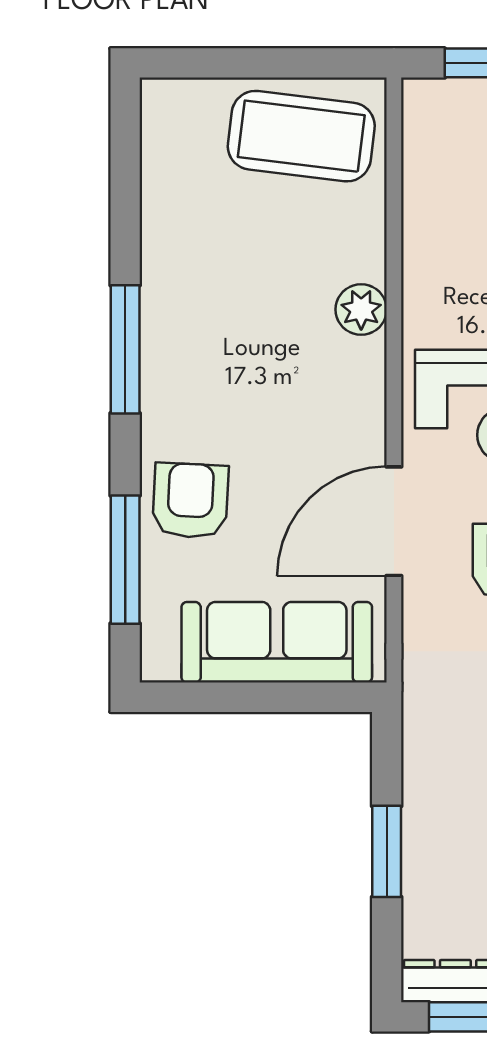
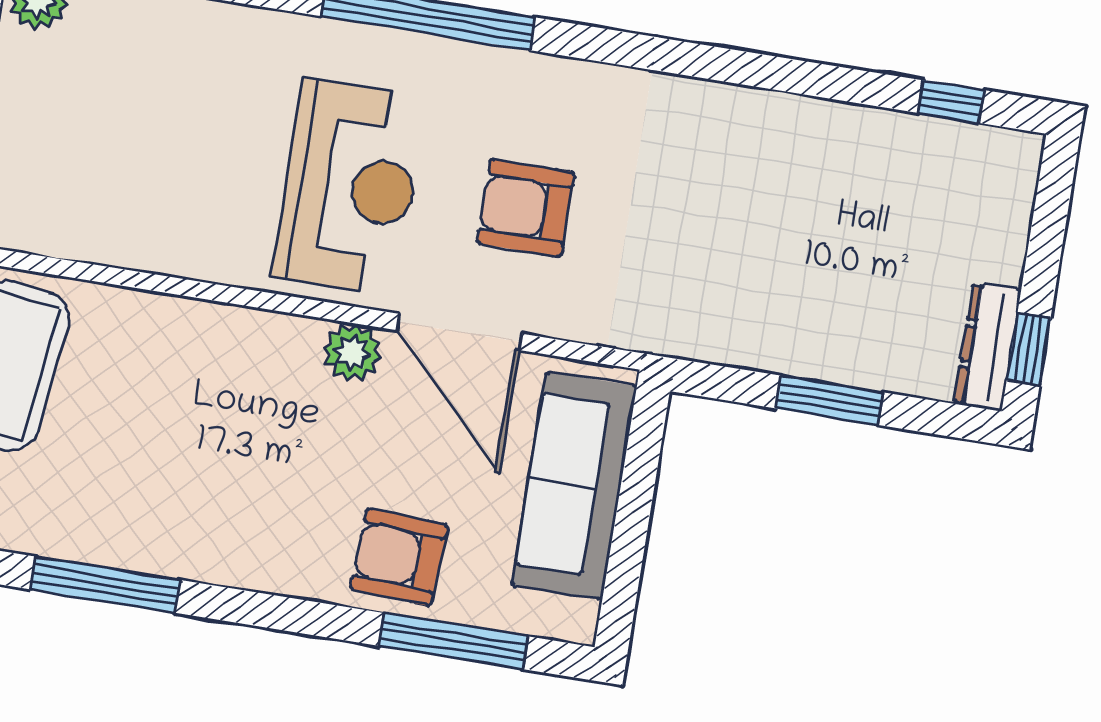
plant: (361, 309) -> (352, 352), moved
window: (125, 349) -> (105, 585), moved

